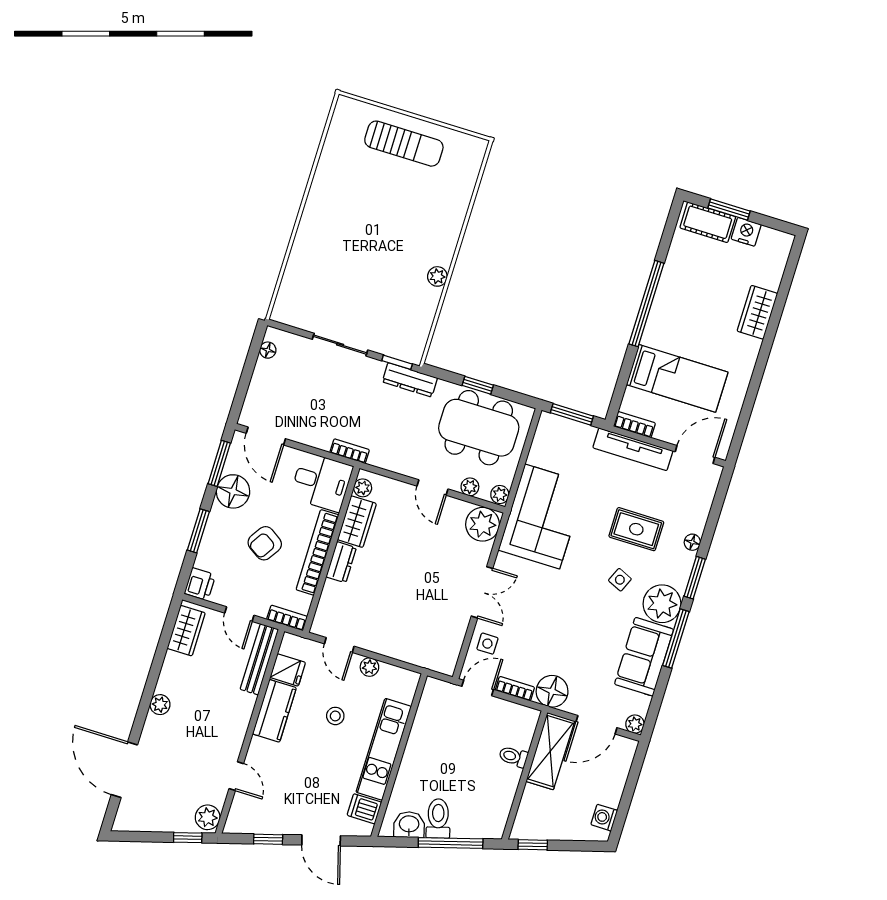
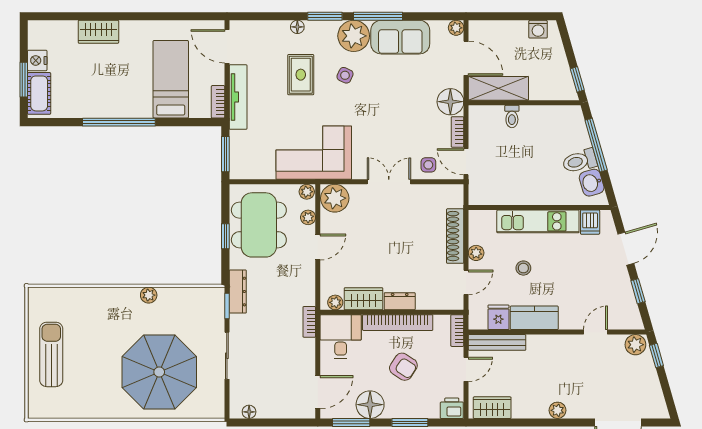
parasol: (345, 261) -> (159, 372), added
shoe rack: (396, 649) -> (455, 236), added

